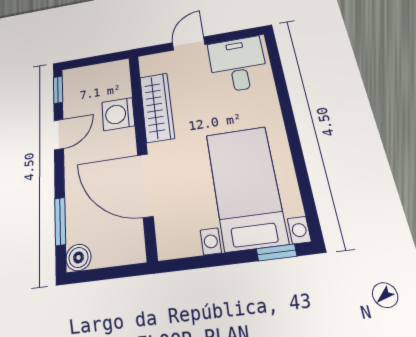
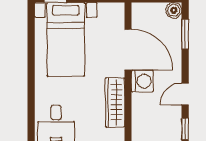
washing machine: (118, 114) -> (142, 81), moved

